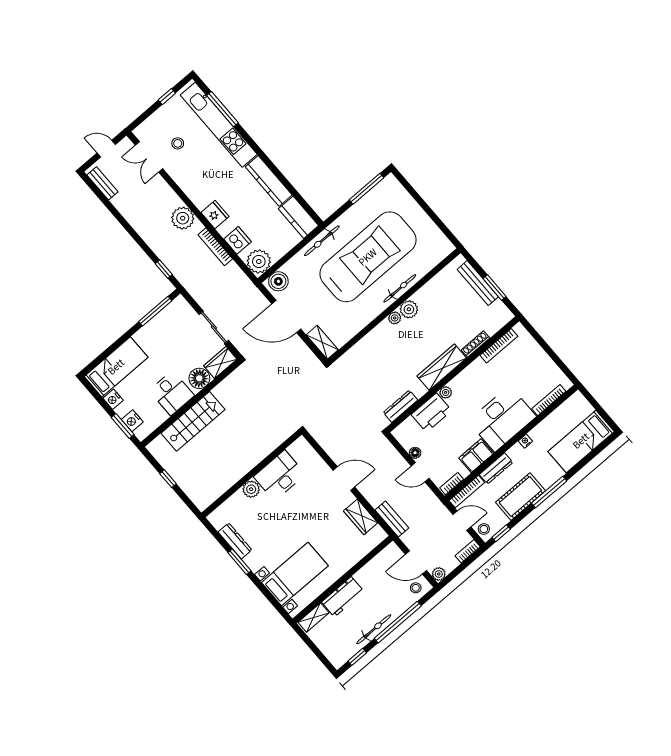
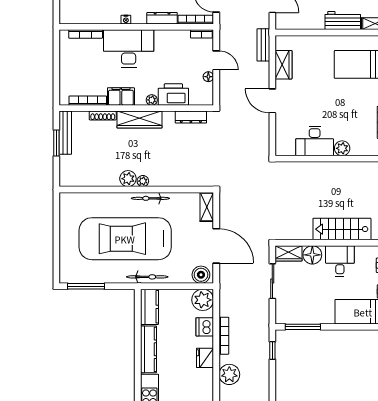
bench: (478, 283) -> (65, 133), moved
bicycle: (400, 288) -> (150, 198), moved
filing cabinet: (476, 456) -> (121, 96), moved, turned 180

